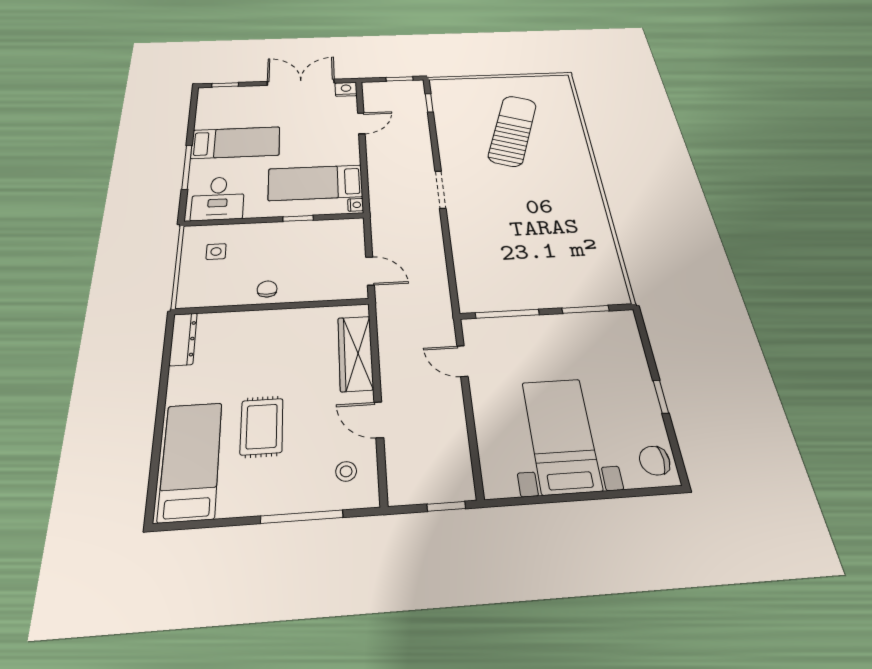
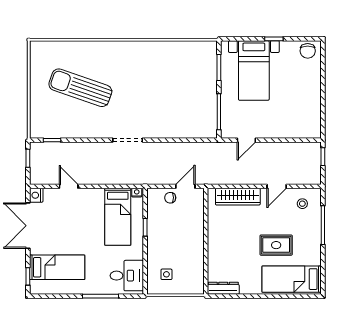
bed: (236, 143) -> (57, 267), moved, turned 90
chair: (267, 289) -> (170, 198), moved
bed with nightstands: (561, 435) -> (254, 71), moved, turned -90

